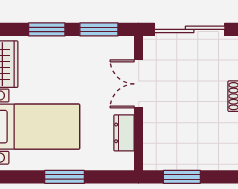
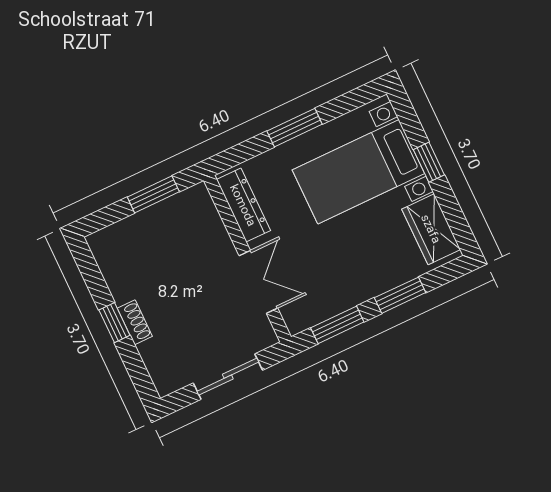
sliding door: (190, 29) -> (228, 377), width x0.73
dresser: (124, 133) -> (243, 205), width x1.44

